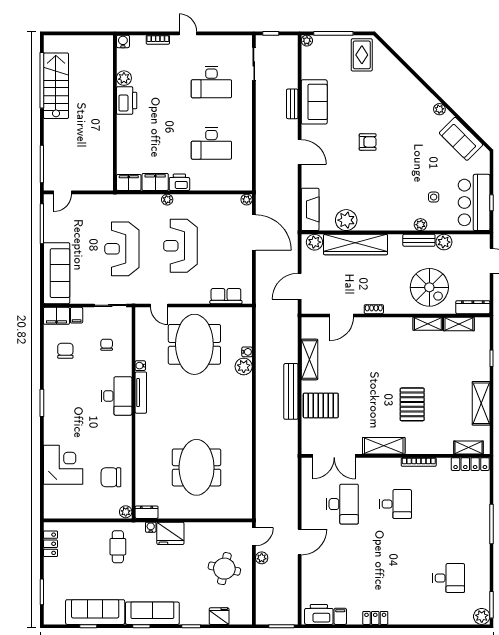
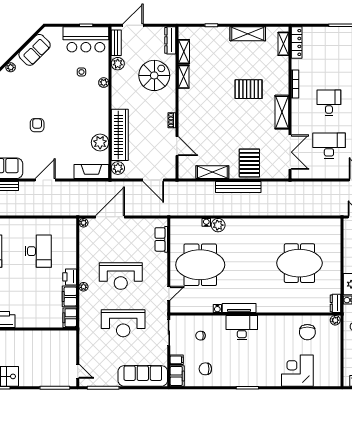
bench: (419, 240) -> (116, 43), moved

